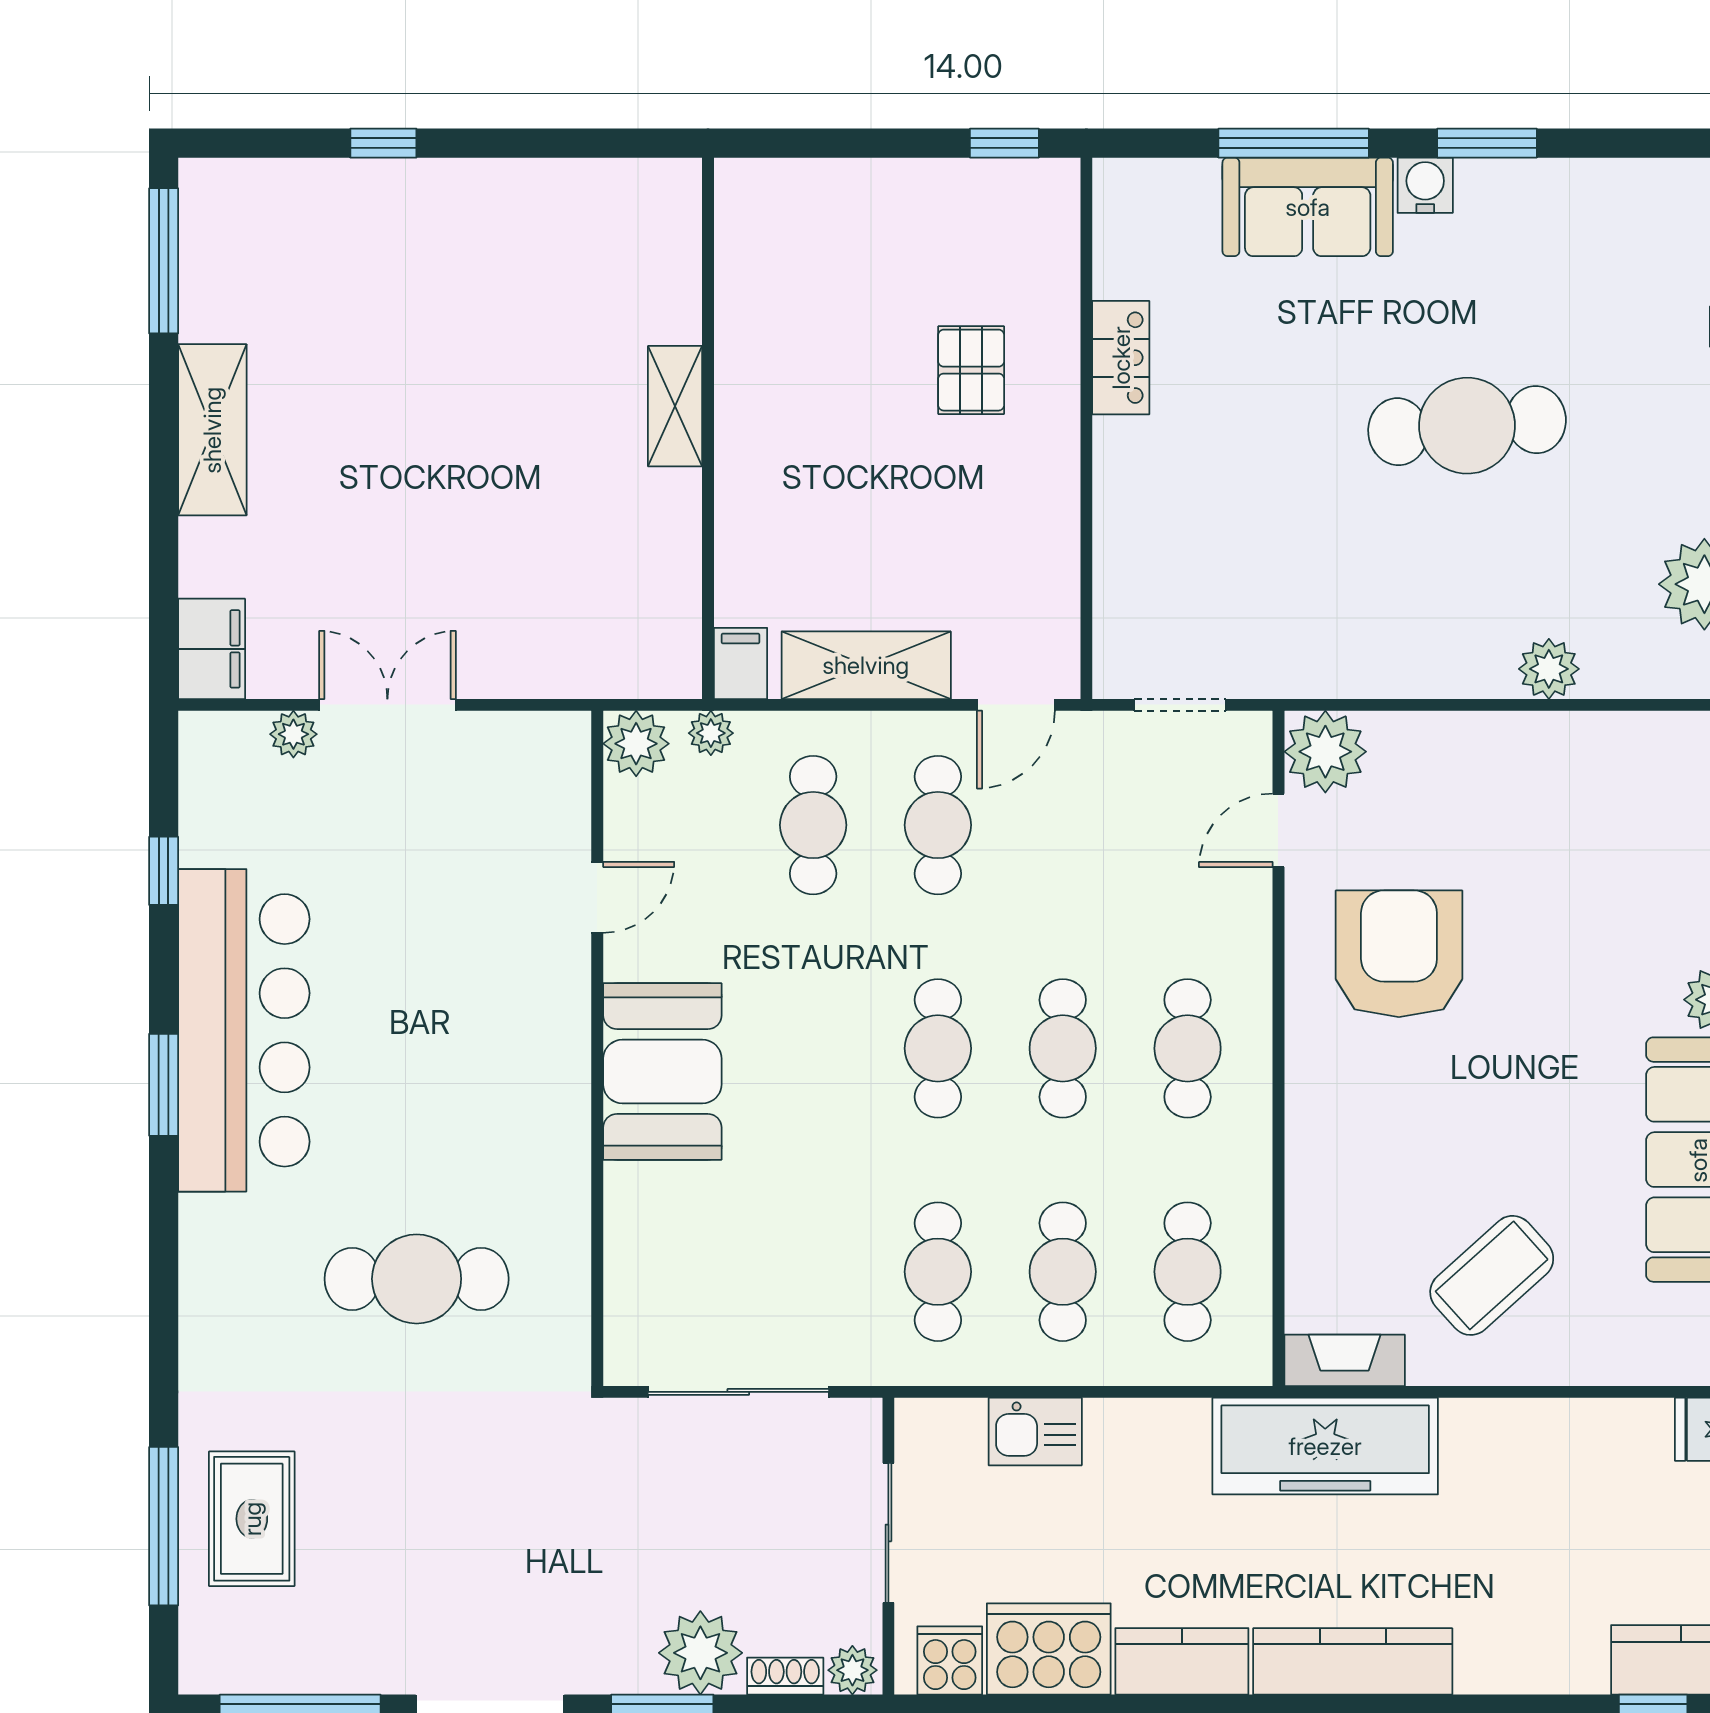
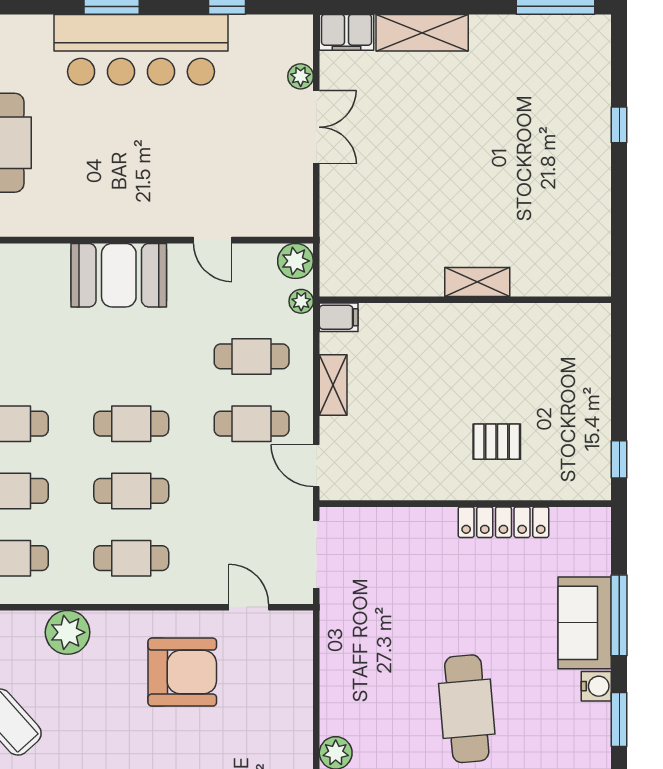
locker: (1121, 358) -> (503, 522), width x1.53
shelving: (212, 430) -> (422, 33), moved
shelving: (866, 665) -> (333, 385), width x0.67, depth x0.75
doorway: (1180, 705) -> (316, 554), width x1.38
plant: (1325, 752) -> (68, 632), moved

